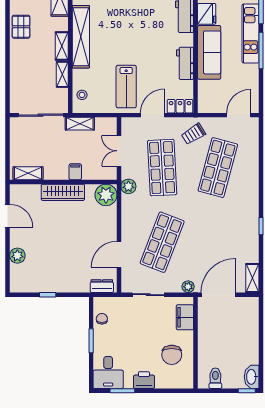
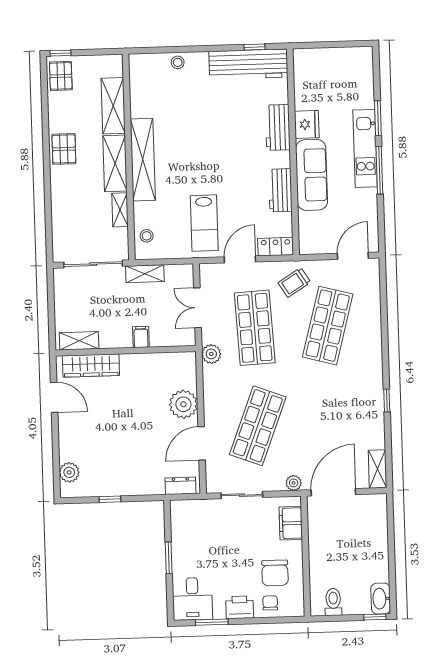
shelving: (62, 46) -> (115, 163), width x1.50, depth x1.33
wardrobe: (63, 192) -> (91, 365), moved
plant: (106, 195) -> (183, 404), moved
plant: (17, 256) -> (69, 472), moved
chair: (102, 319) -> (270, 603), moved

